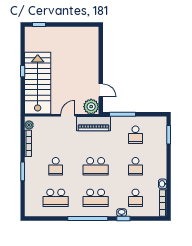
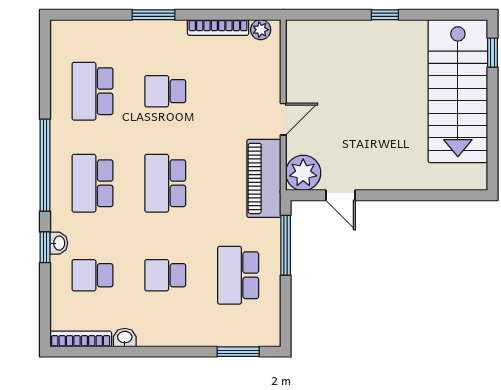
stairs: (38, 83) -> (458, 91), moved, turned 90
door: (101, 90) -> (341, 195), hinge flipped
door: (68, 115) -> (283, 119), hinge flipped
school desk: (135, 135) -> (238, 275), width x1.85

